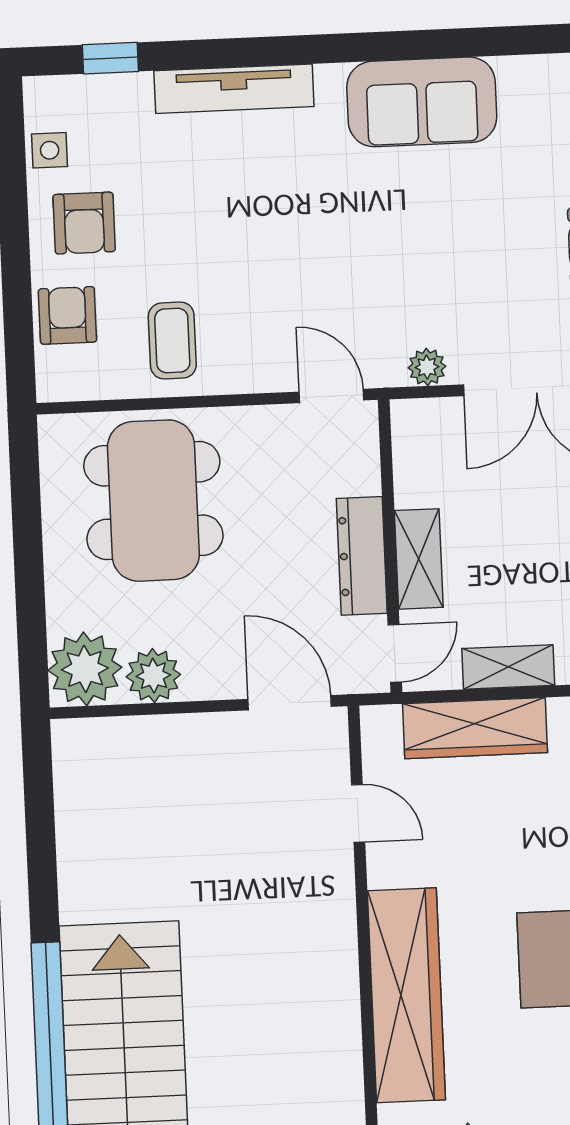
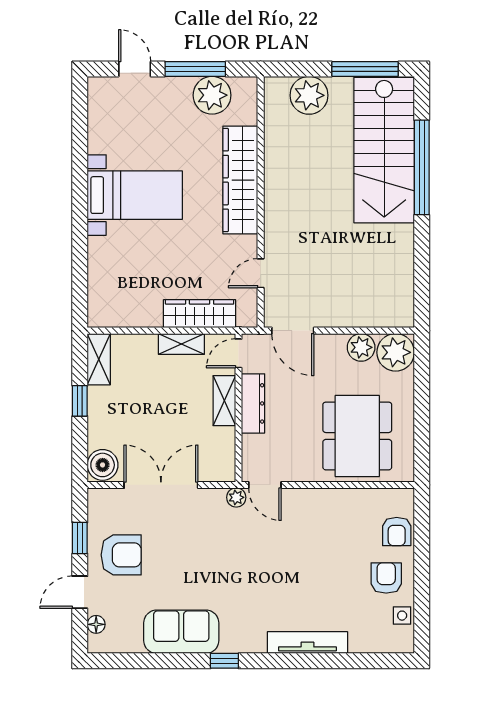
window: (110, 58) -> (224, 661), moved
sofa: (422, 102) -> (181, 632), moved
coffee table: (172, 341) -> (344, 517), removed
plant: (427, 367) -> (236, 497), moved
door: (358, 813) -> (261, 273), hinge flipped

